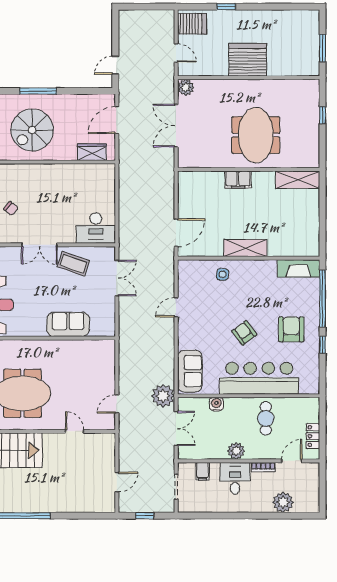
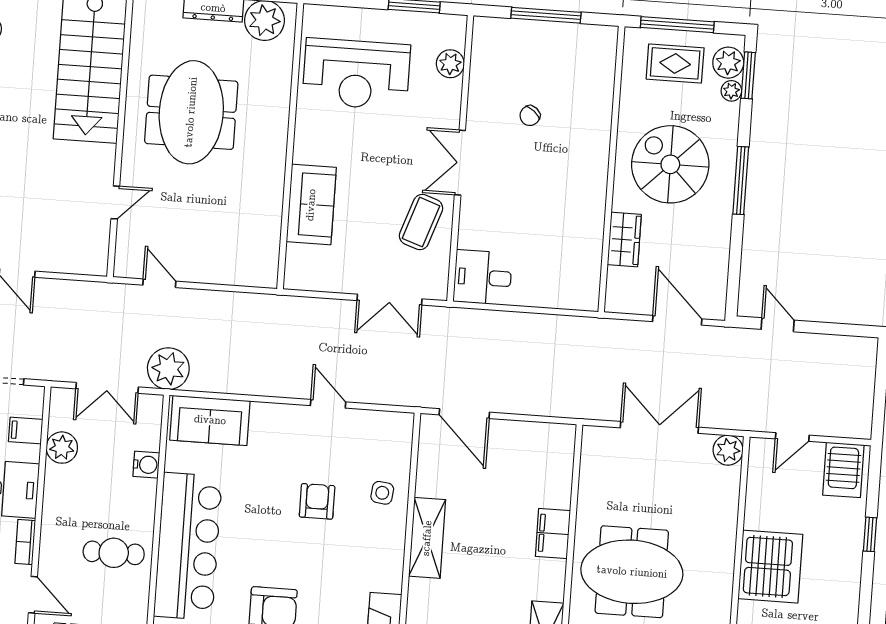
wardrobe: (92, 152) -> (624, 240), moved
desk: (96, 228) -> (483, 277), width x0.73
armchair: (244, 333) -> (317, 501), moved, turned -53
plant: (236, 451) -> (62, 448), moved

